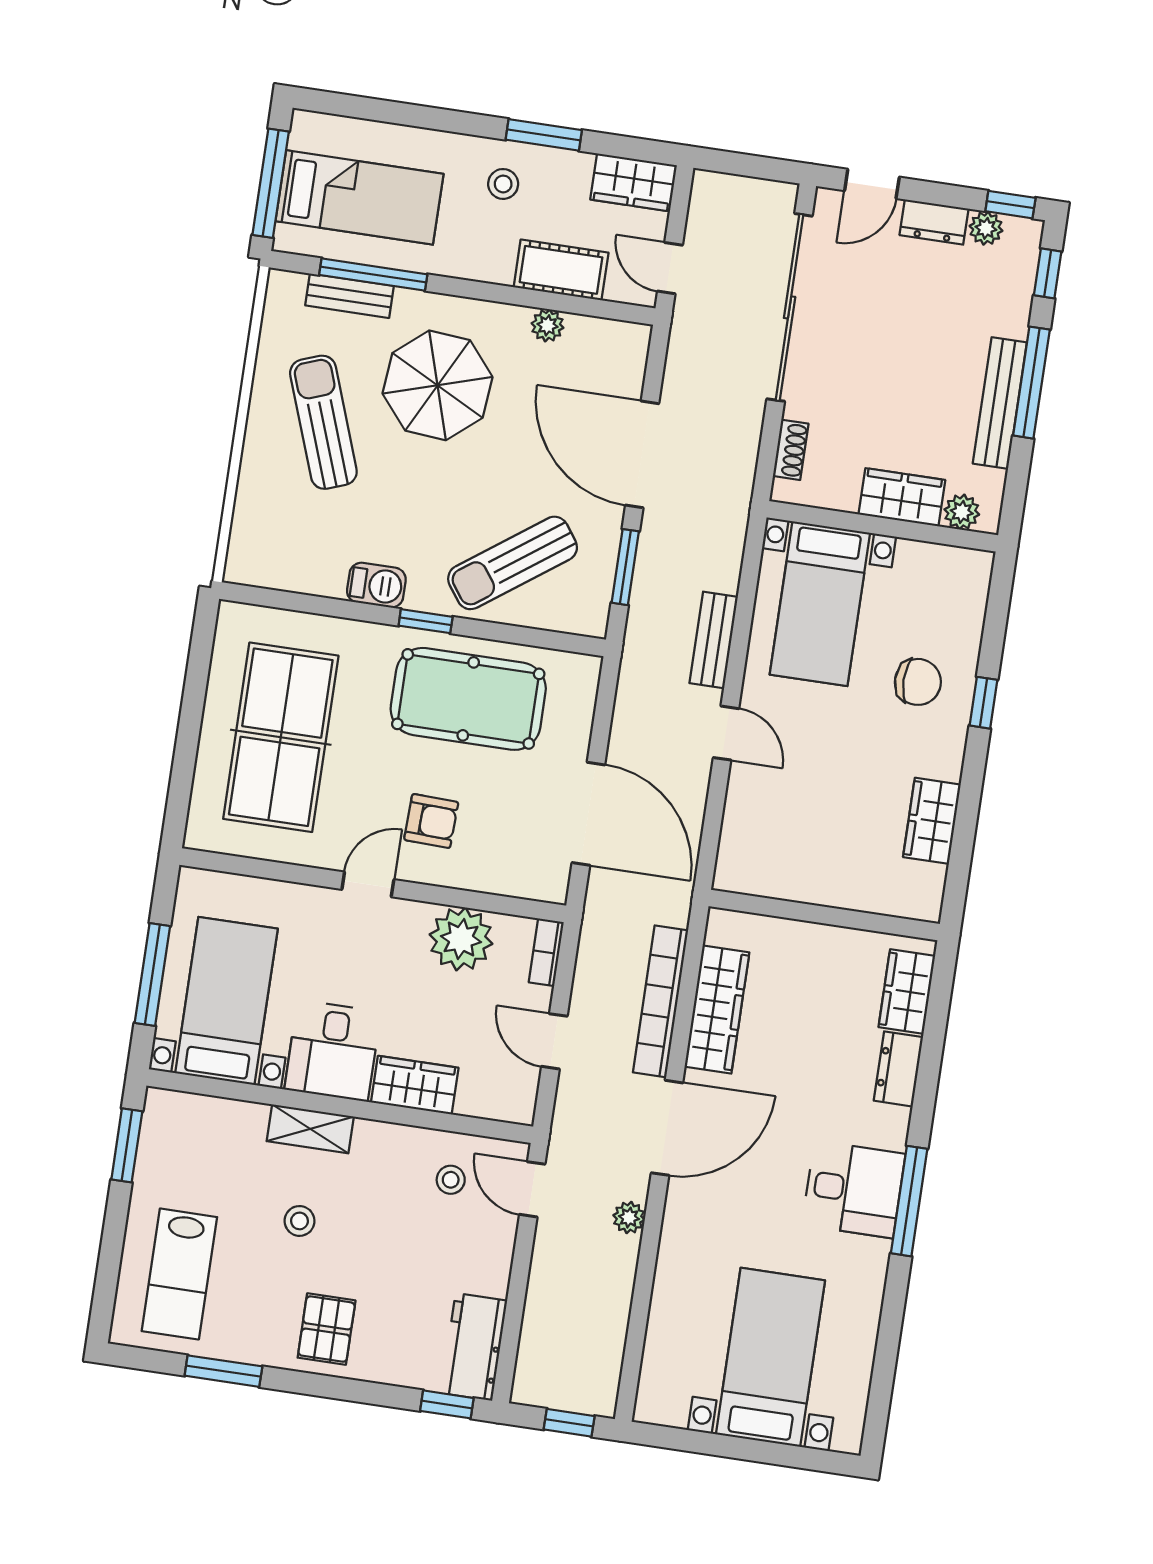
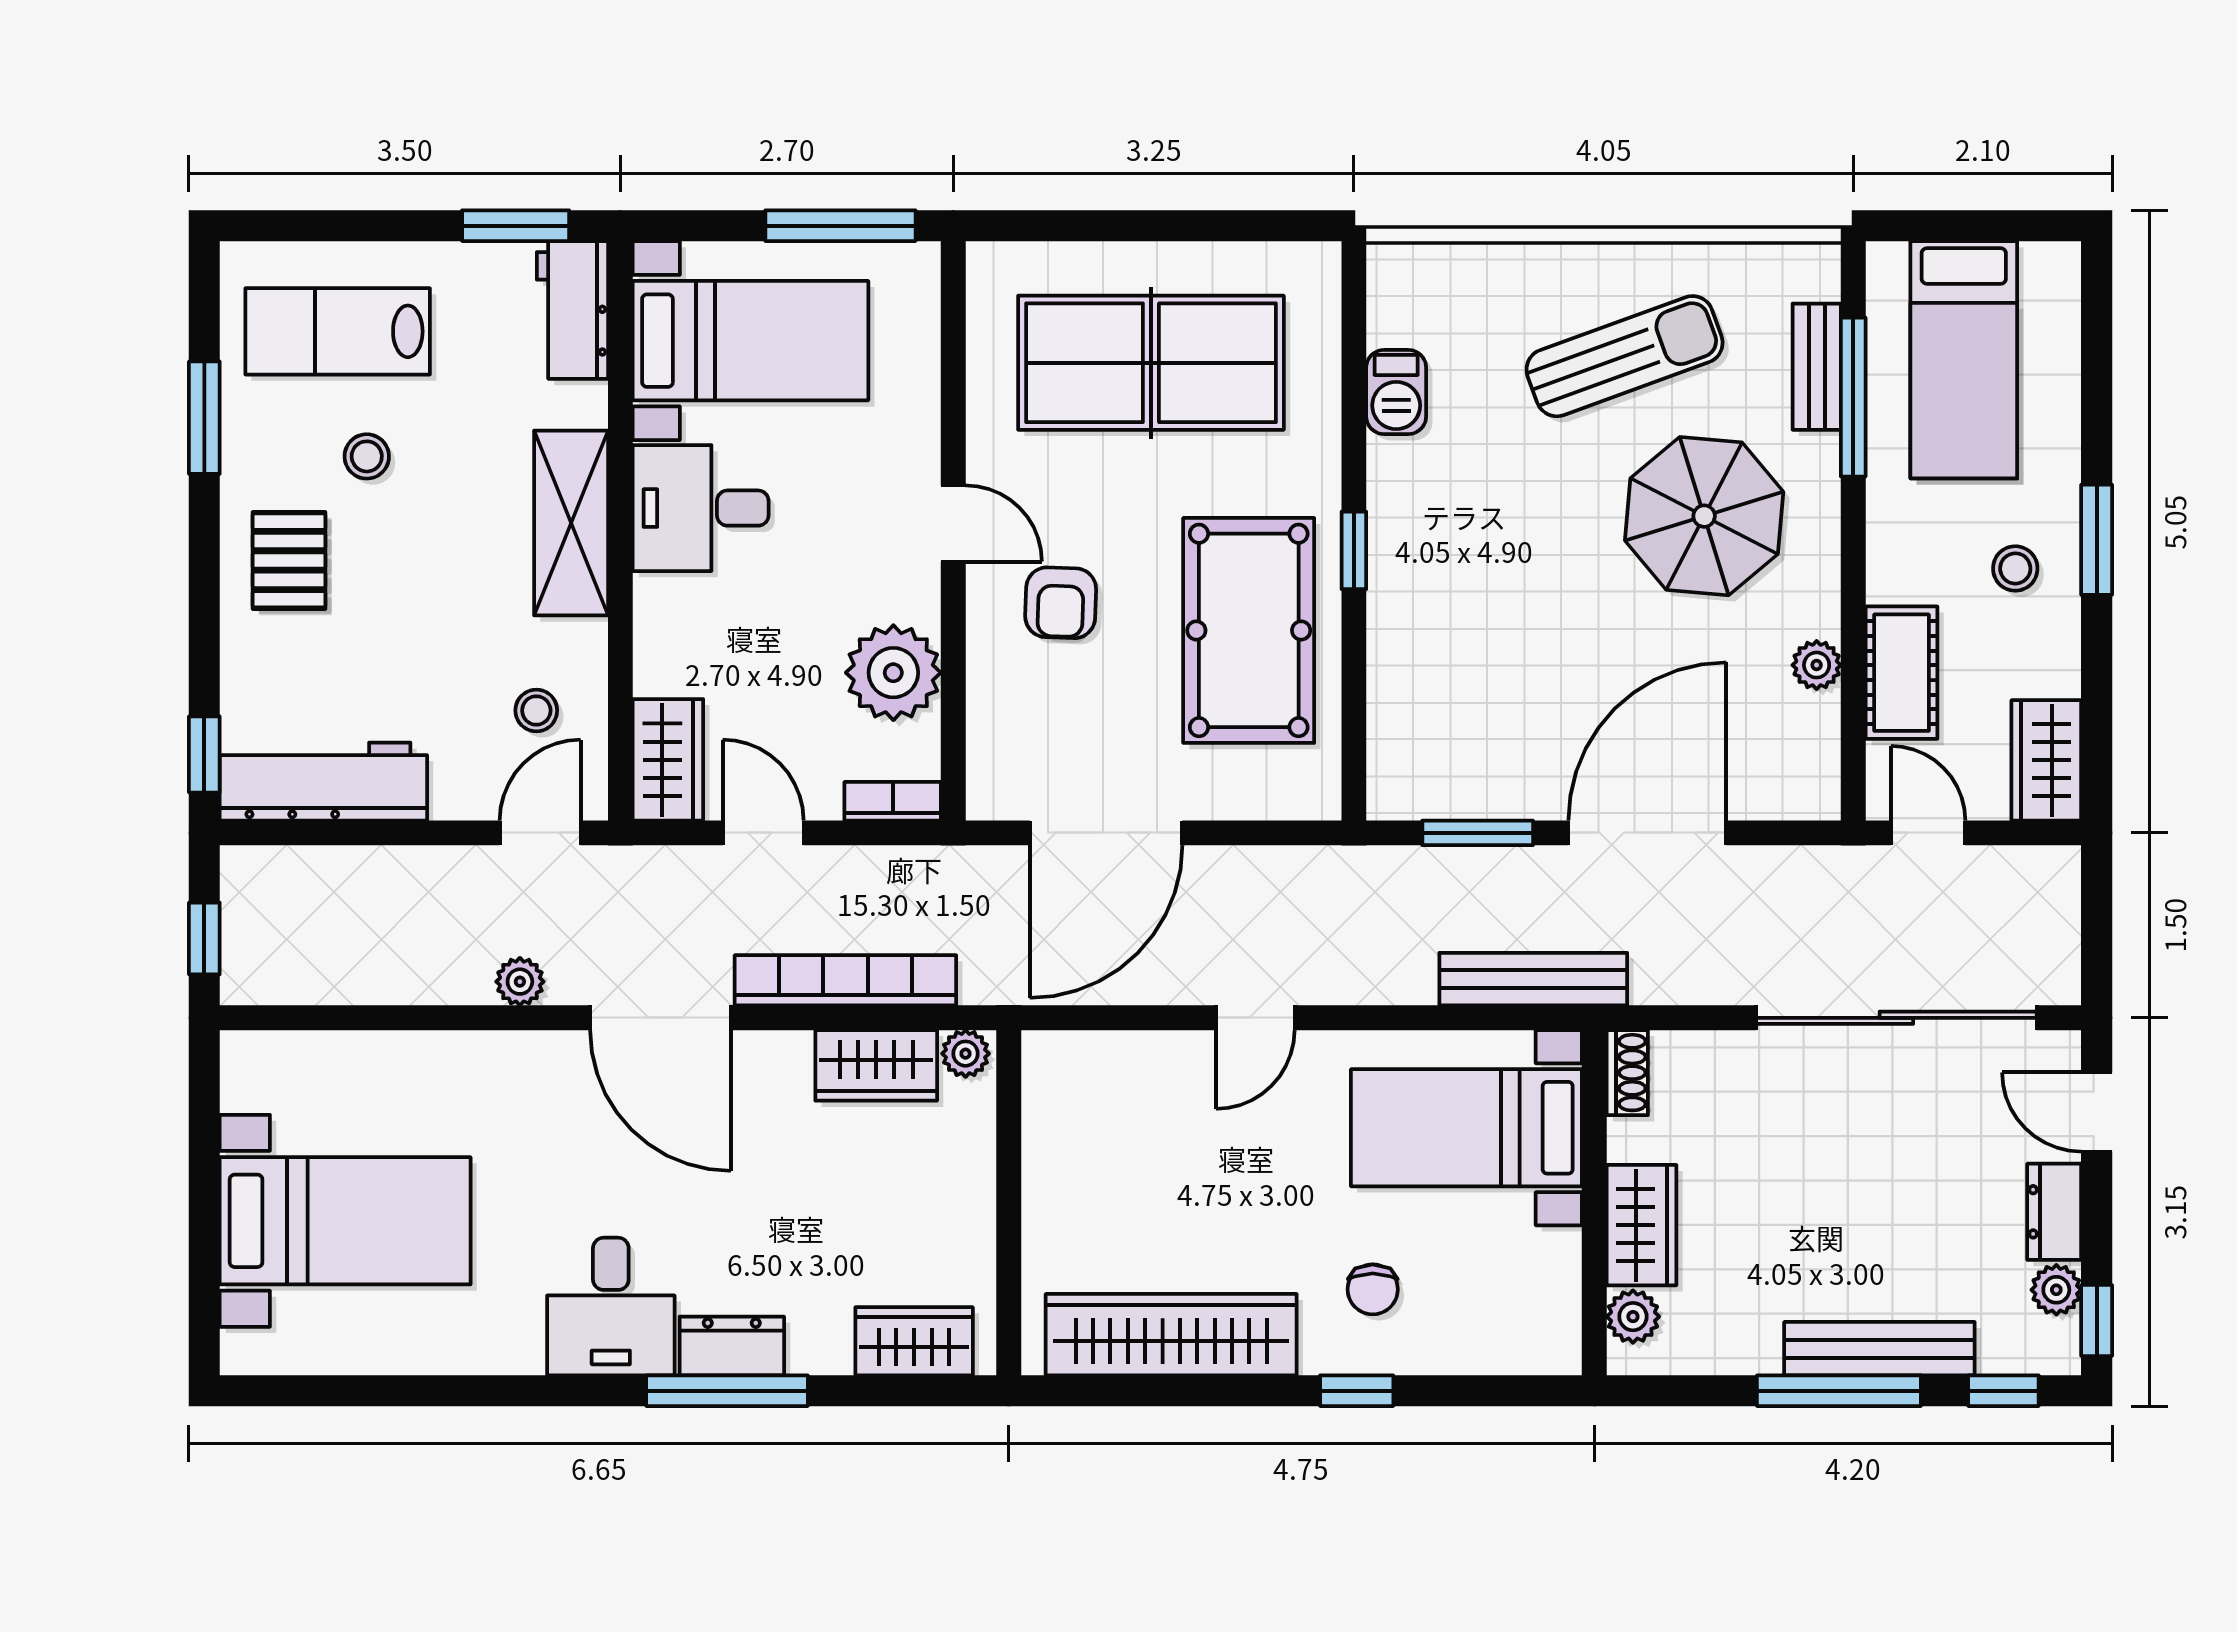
window: (544, 135) -> (2097, 540), moved
window: (271, 183) -> (1965, 226), removed
door: (670, 268) -> (1928, 833), hinge flipped
bench: (1000, 403) -> (1879, 1349), moved
shoe rack: (791, 450) -> (1627, 1073), moved, turned -90
sun lounger: (513, 563) -> (1459, 666), removed
barbecue: (376, 585) -> (1396, 392), moved
bench: (714, 640) -> (1533, 979), moved, width x1.36
chair: (918, 682) -> (1373, 1289), width x0.73, depth x0.73
wardrobe: (932, 821) -> (1171, 1335), width x2.10, depth x1.17
plant: (721, 929) -> (966, 1054), added
window: (152, 975) -> (840, 226), moved
wardrobe: (717, 1010) -> (876, 1065), width x0.67
door: (554, 1041) -> (763, 833), hinge flipped
dresser: (898, 1069) -> (732, 1346), moved
wardrobe: (415, 1085) -> (668, 760), moved
workbench: (188, 1116) -> (572, 310), added
shelving: (310, 1129) -> (571, 523), width x1.50, depth x1.33
window: (909, 1201) -> (727, 1391), moved
stool: (300, 1221) -> (367, 456), moved
pallet: (327, 1329) -> (289, 560), turned 90
workbench: (474, 1347) -> (323, 782), width x1.37

